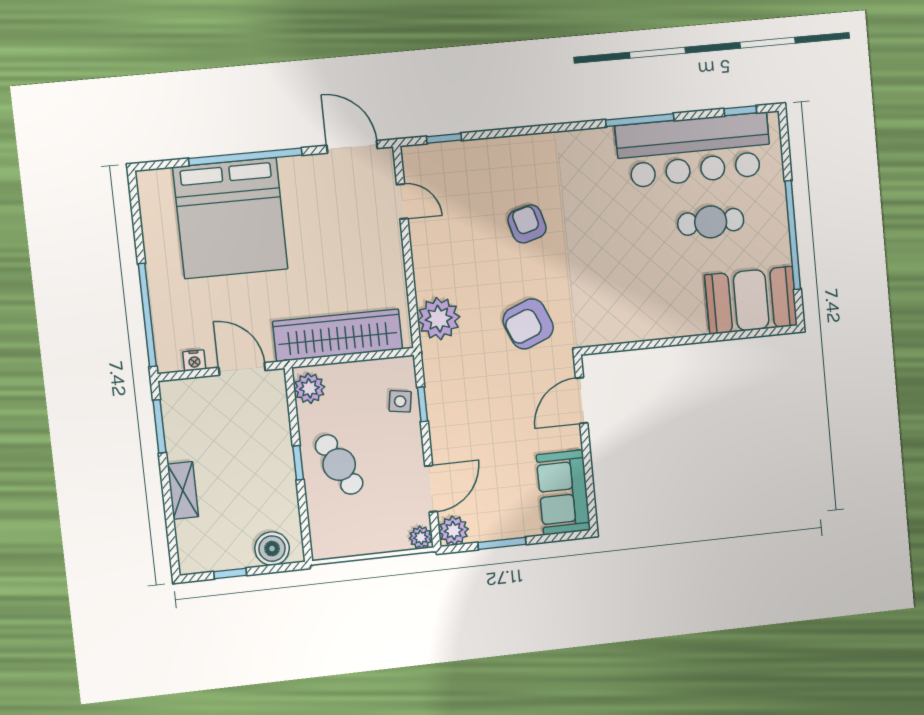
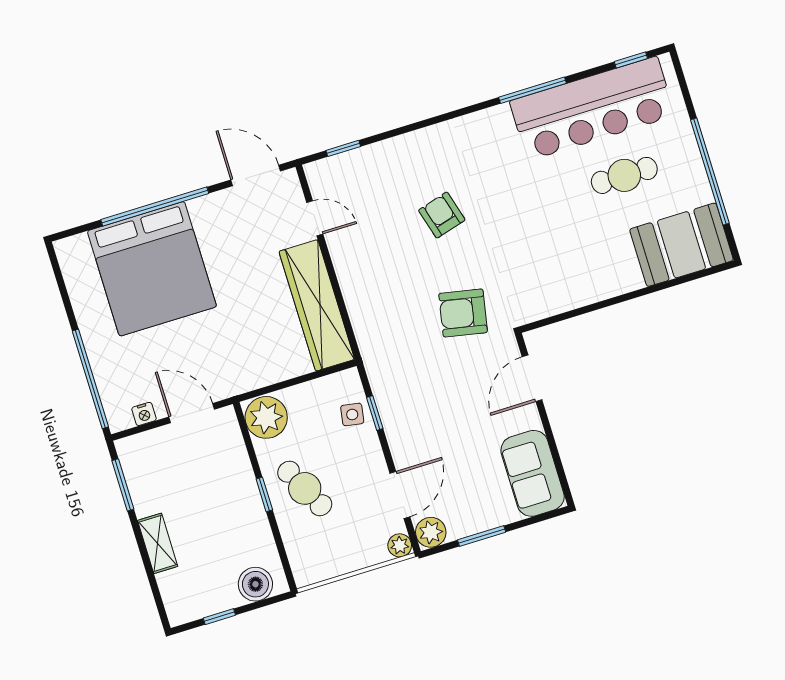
plant: (439, 319) -> (374, 326), removed
armchair: (528, 324) -> (463, 313), turned 33
wardrobe: (338, 335) -> (317, 305), moved, turned -90
plant: (309, 388) -> (266, 417), width x1.36, depth x1.36

